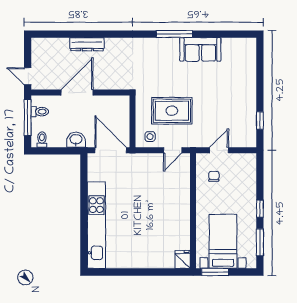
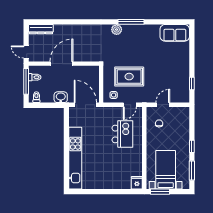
dresser: (87, 44) -> (41, 29), moved
plant: (154, 45) -> (117, 30), added
sofa: (200, 49) -> (175, 33), moved
kitchen island: (162, 191) -> (122, 134), added

